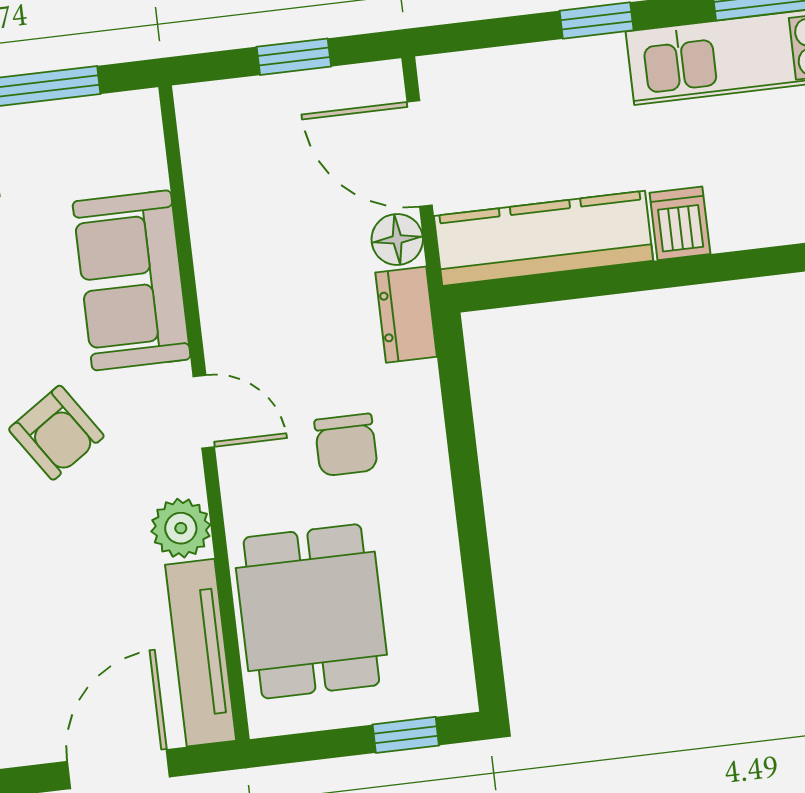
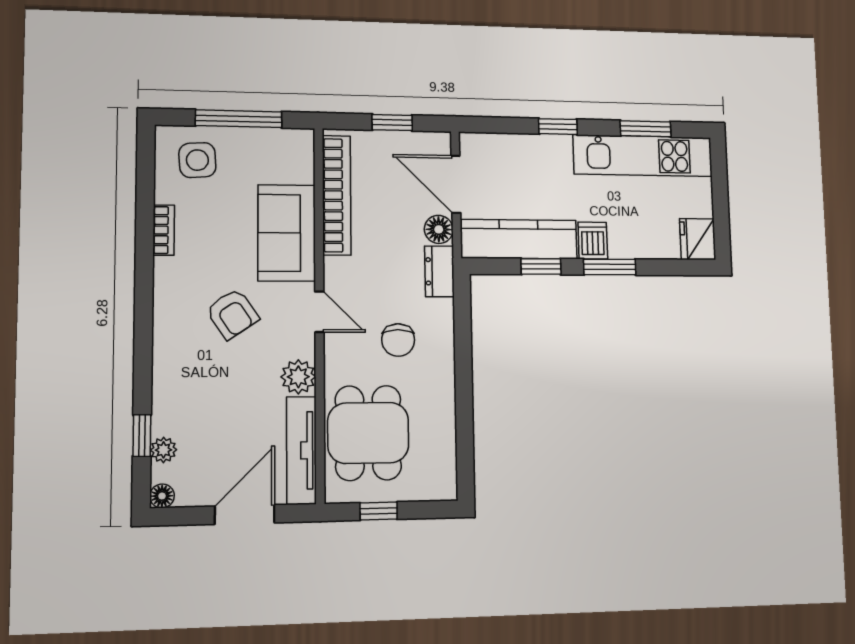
bookcase: (210, 202) -> (337, 195), added
window: (716, 268) -> (610, 267), added
window: (589, 283) -> (541, 267), added
window: (406, 735) -> (379, 511), moved

